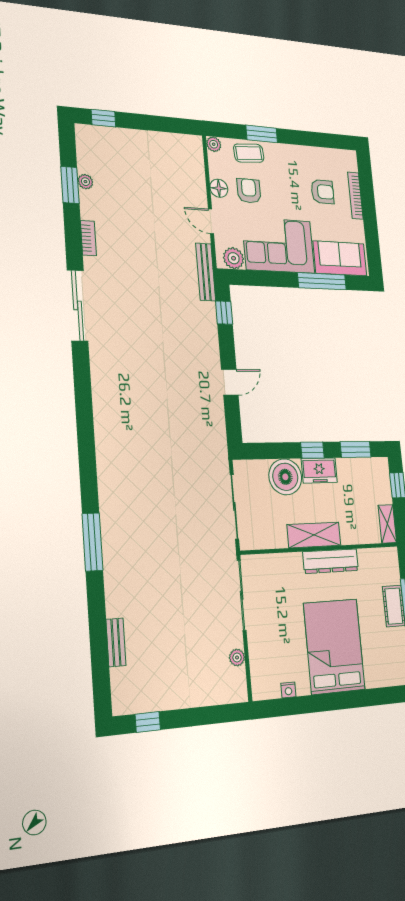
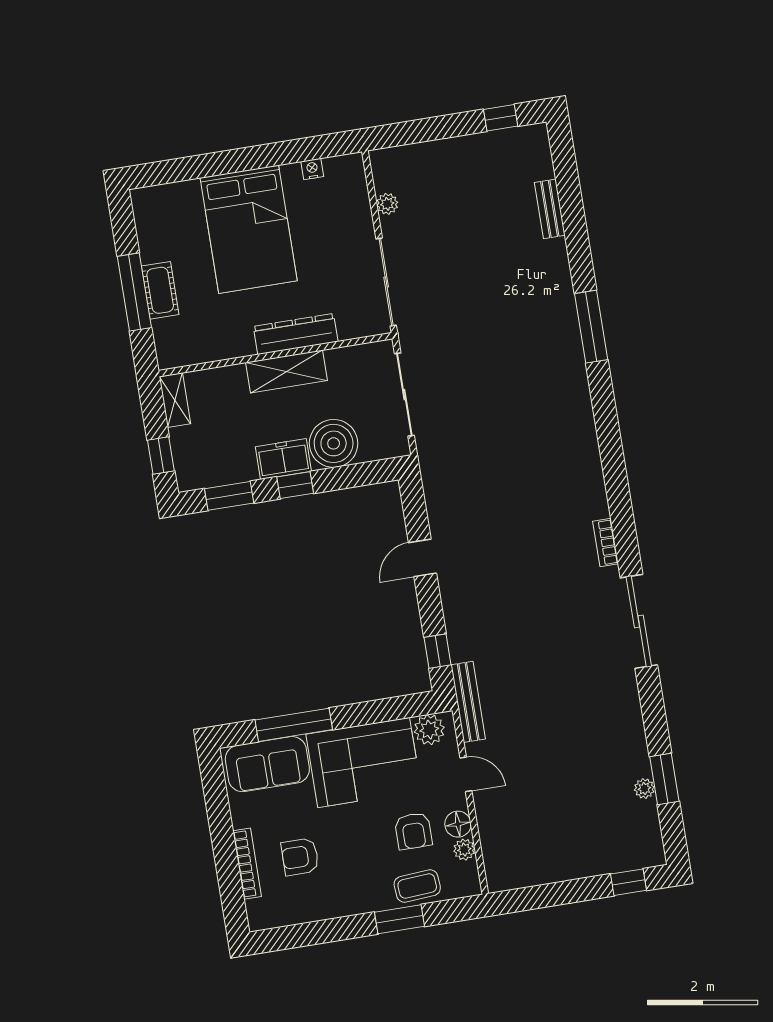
plant: (214, 144) -> (464, 850), moved
bookcase: (88, 238) -> (606, 543), moved
dresser: (331, 561) -> (296, 334), moved

